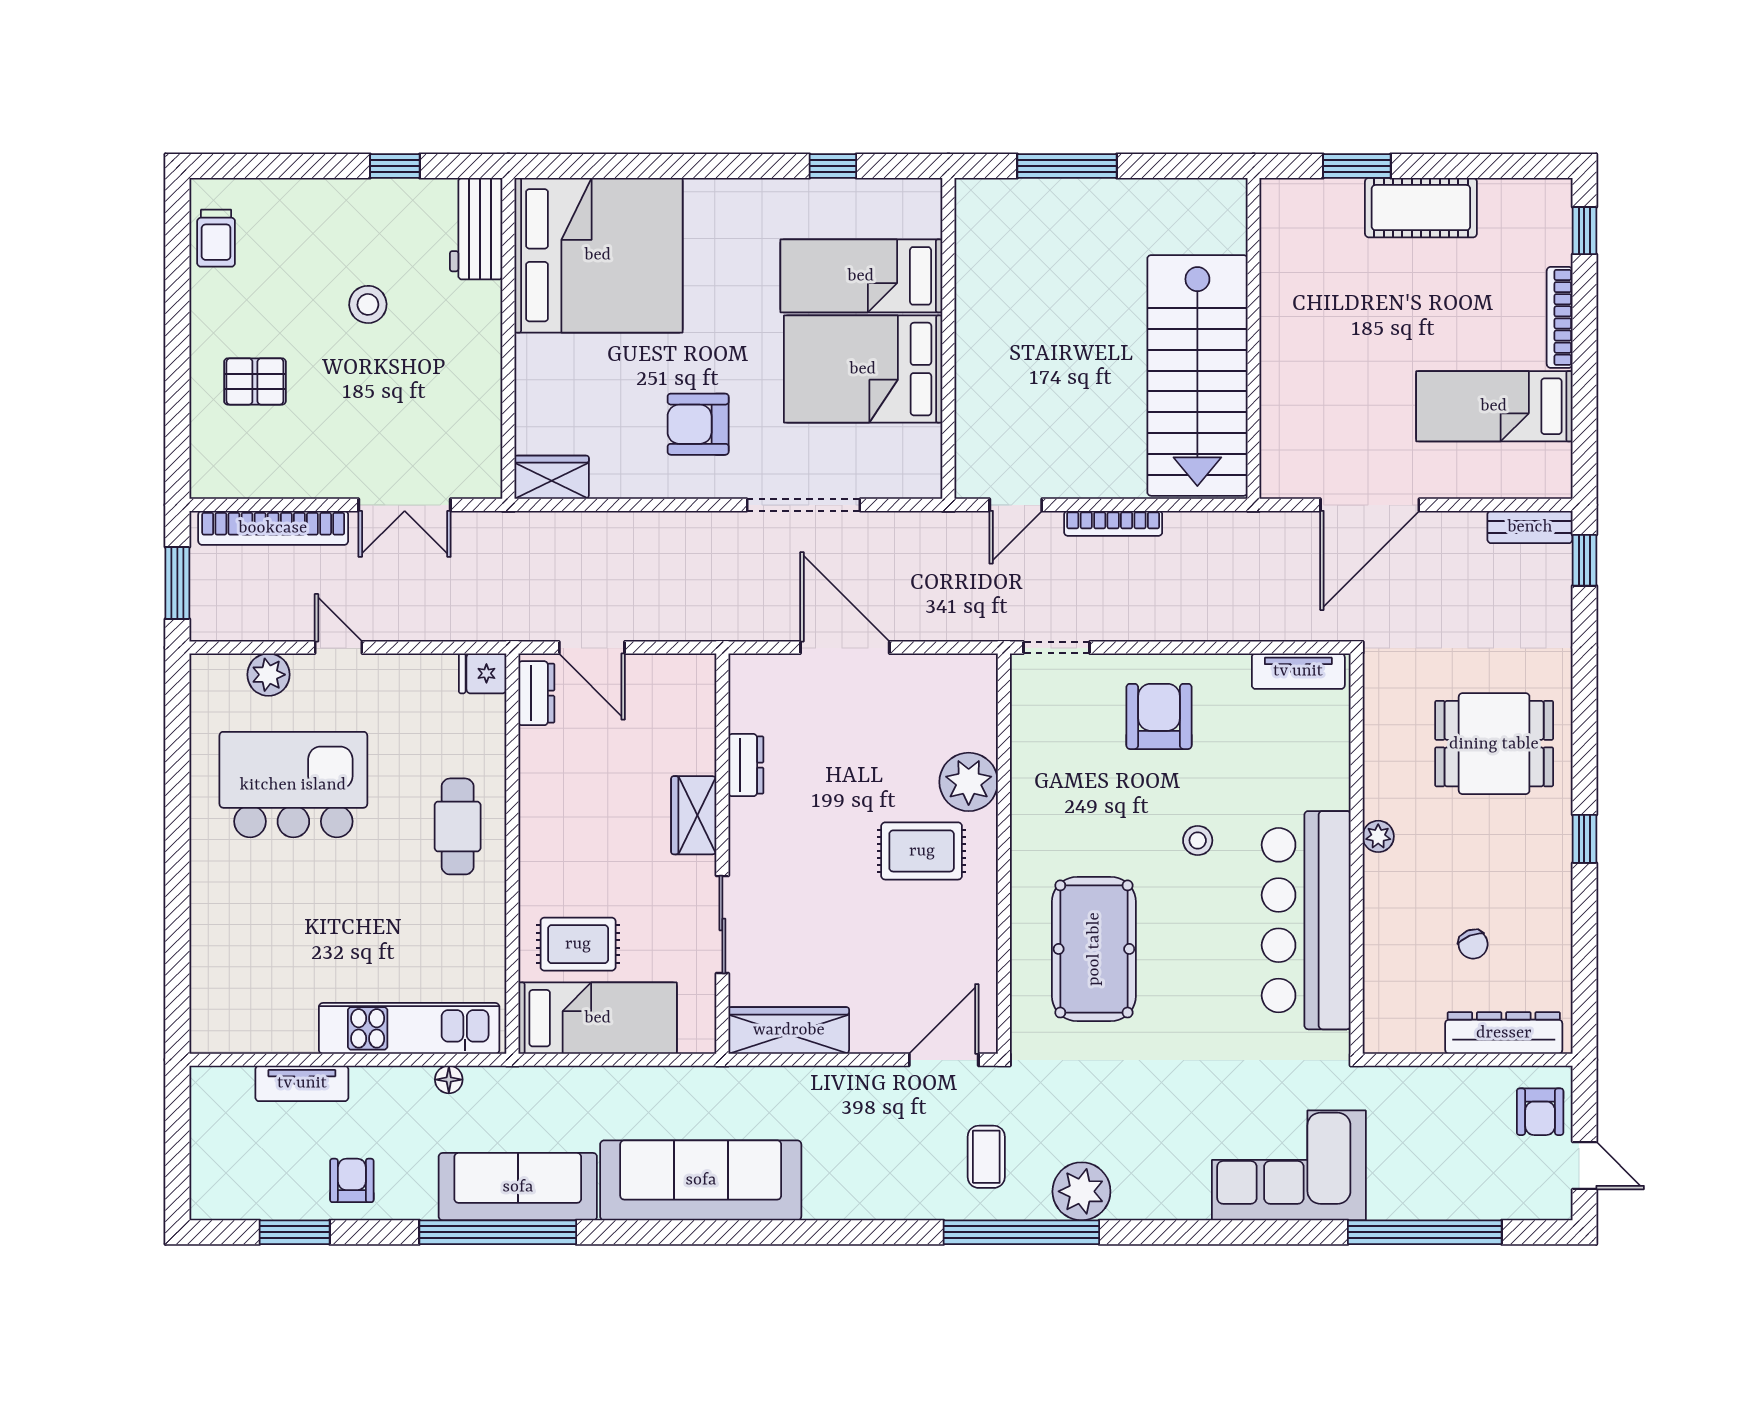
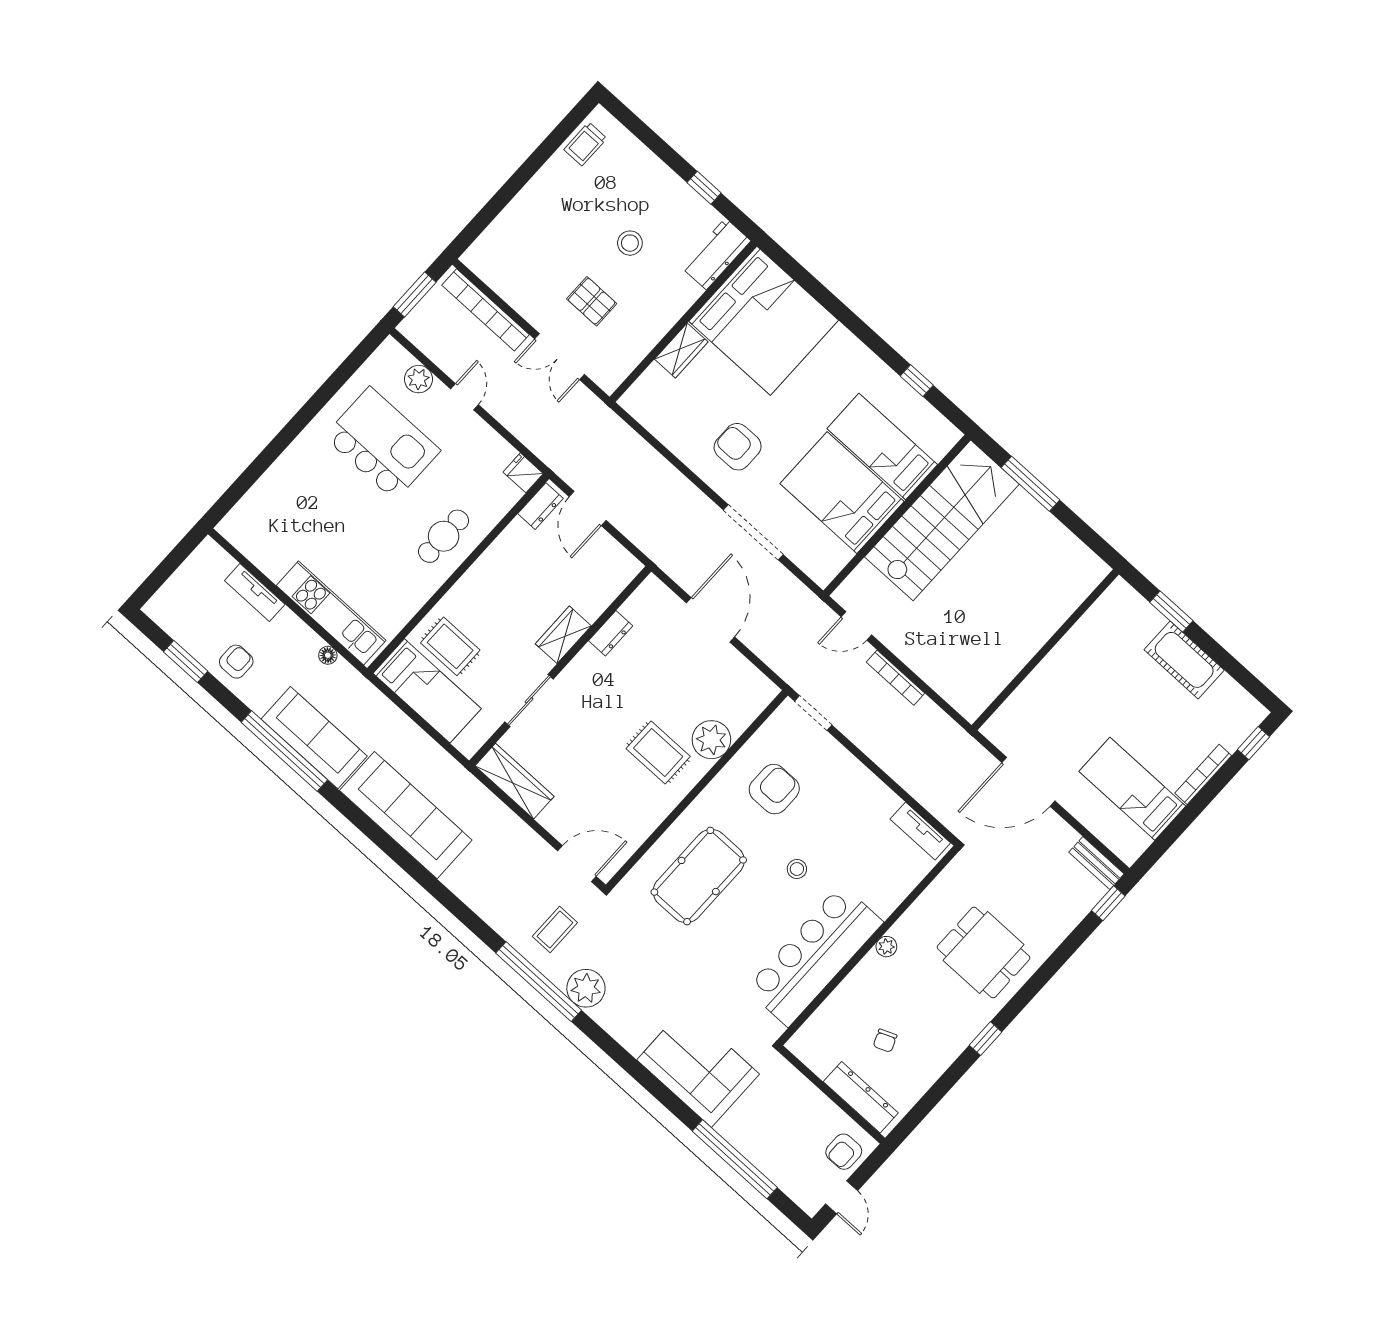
stairs: (1197, 375) -> (942, 520), moved, turned 180
pallet: (255, 381) -> (592, 301), moved
wardrobe: (552, 477) -> (681, 350), moved, turned 90
armchair: (1159, 716) -> (774, 789), moved

